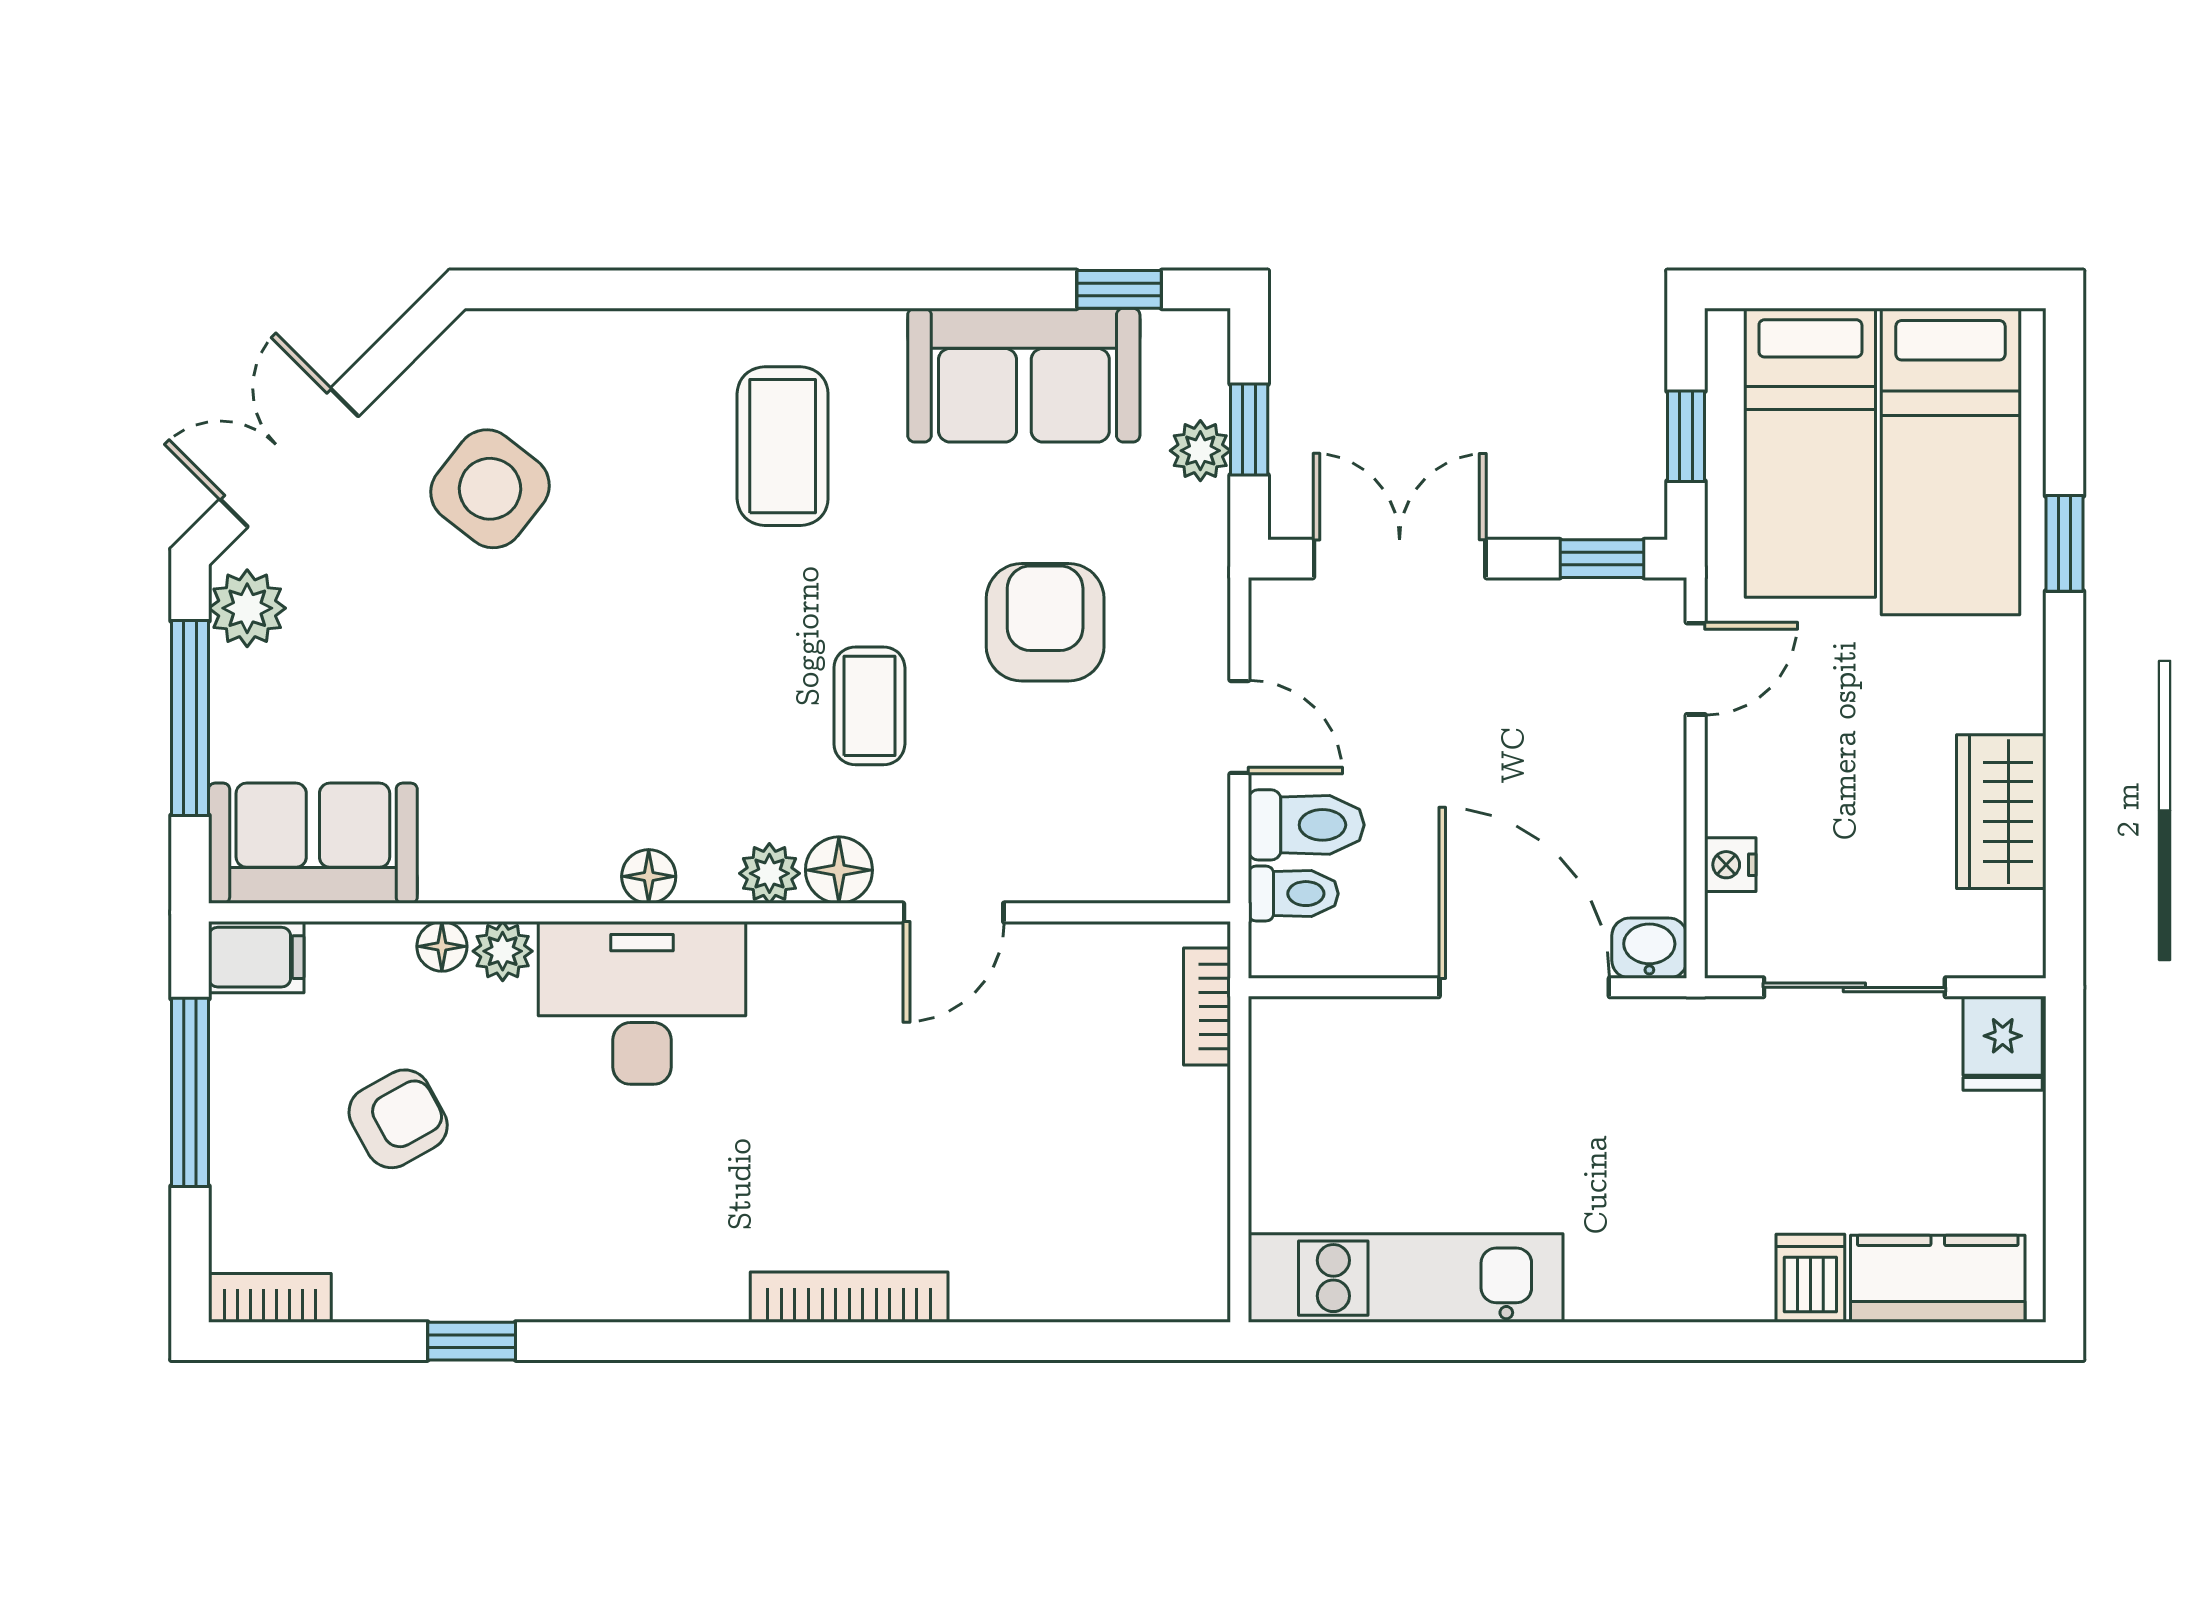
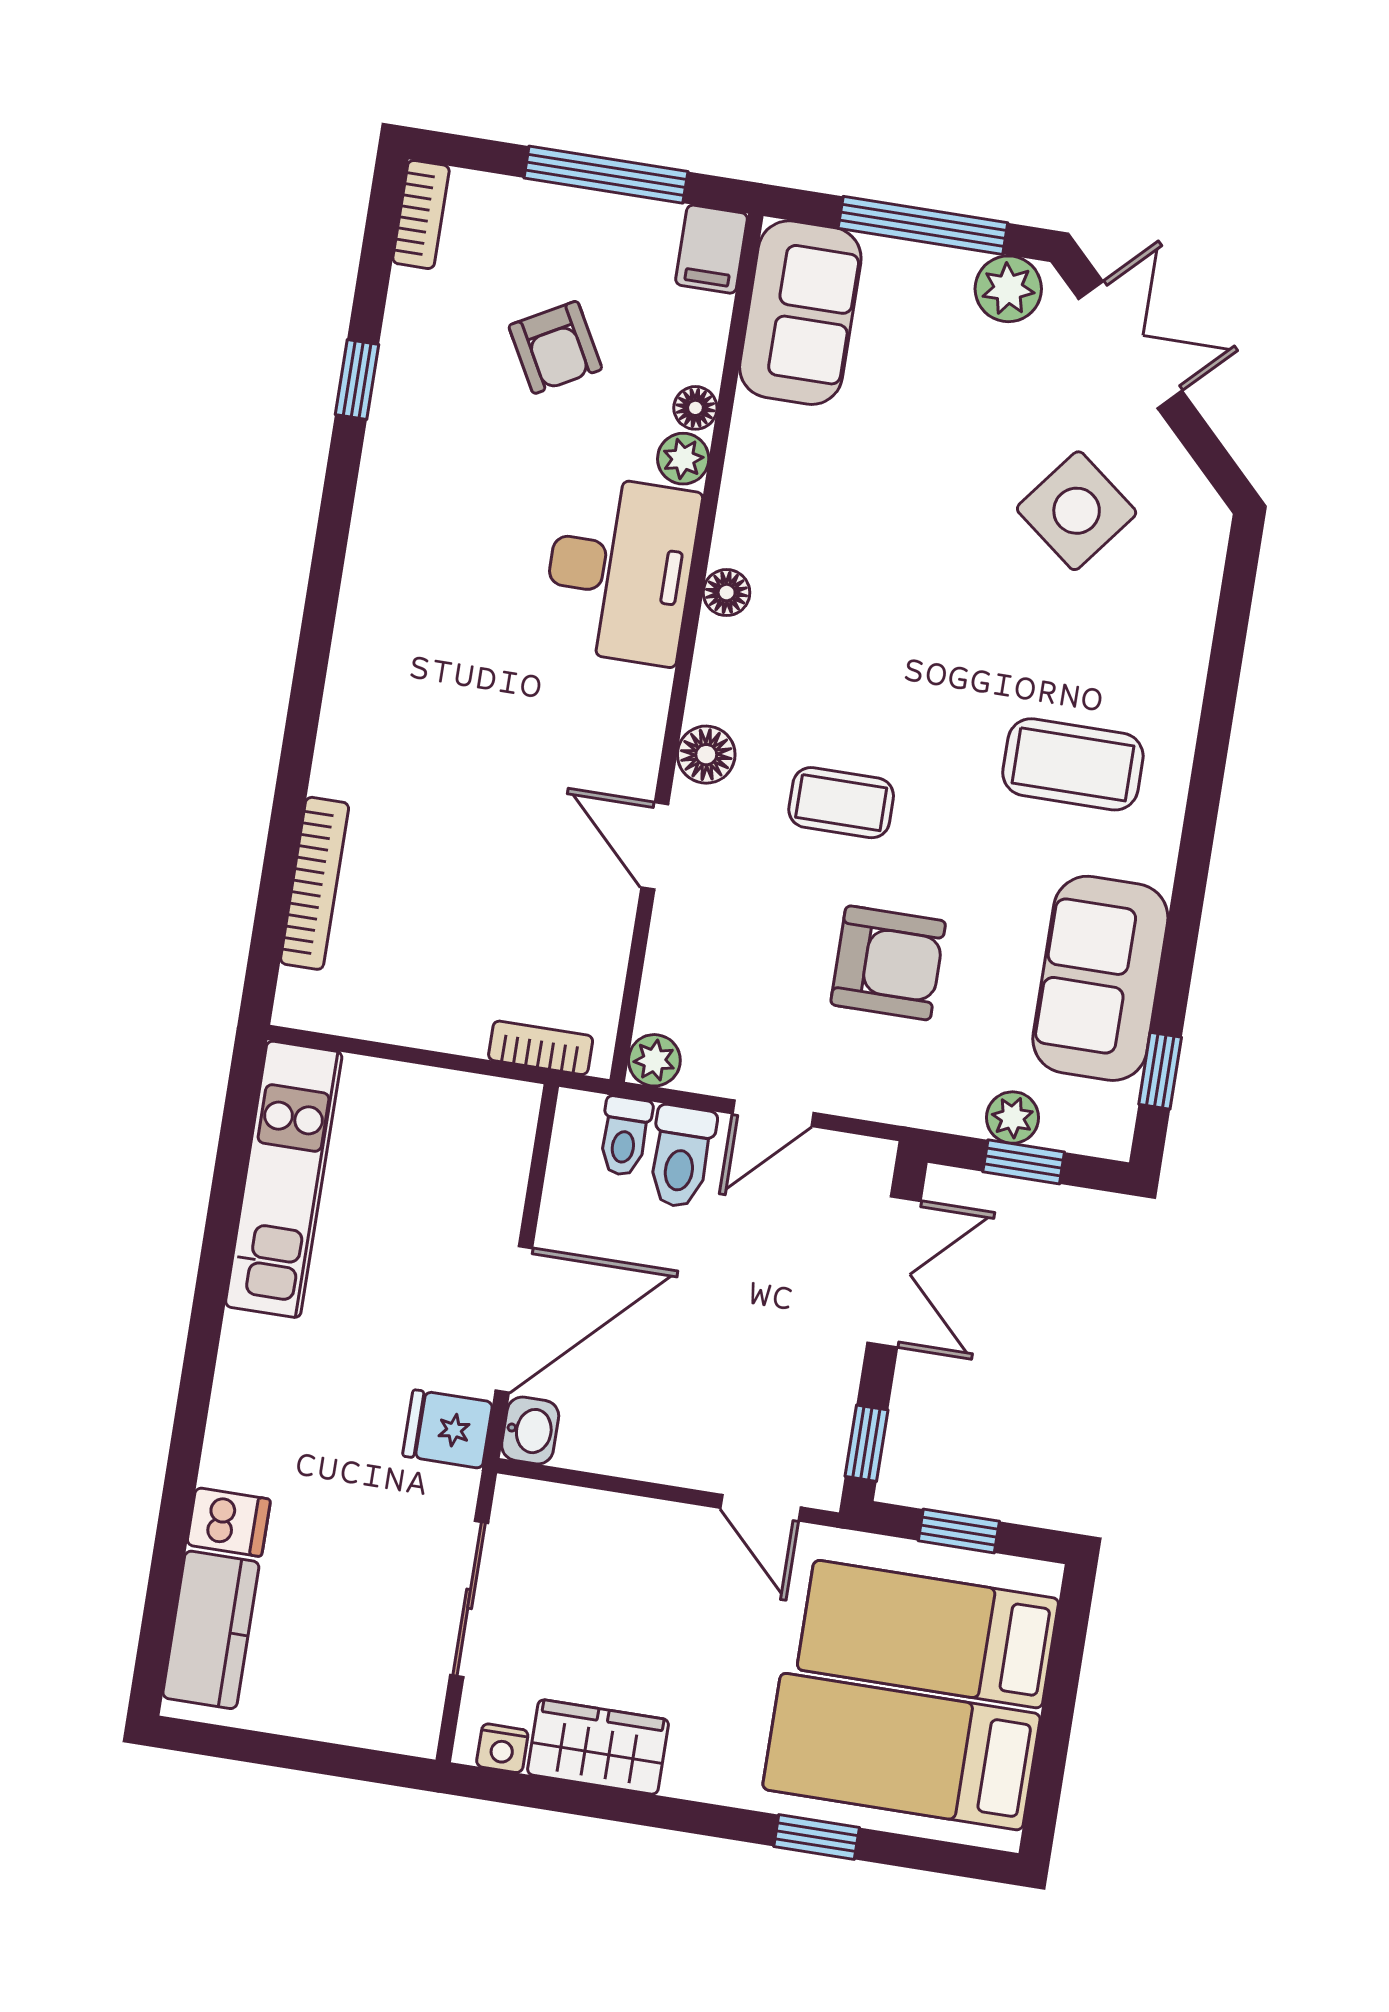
nightstand: (1730, 865) -> (502, 1748), moved, turned 180
plant: (769, 873) -> (654, 1060), moved
fridge: (2003, 1043) -> (448, 1429), moved
bookcase: (849, 1297) -> (315, 883), moved

